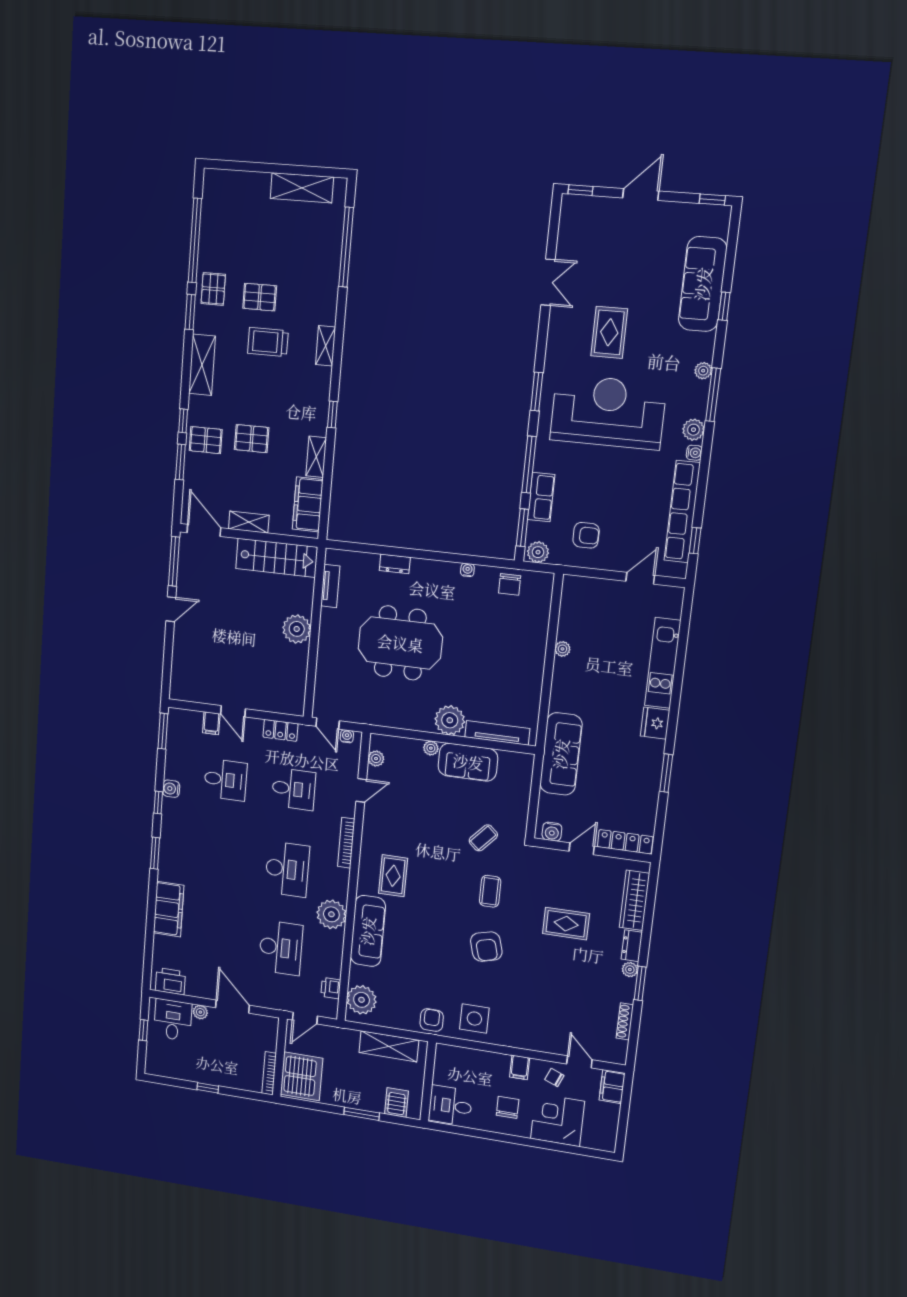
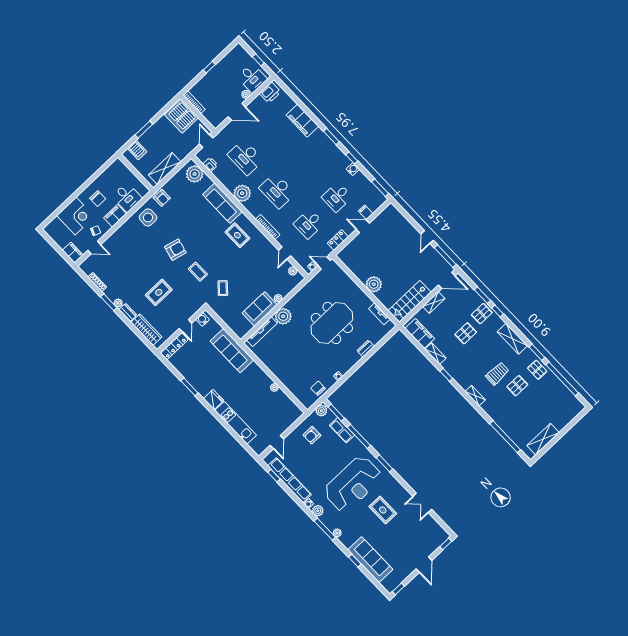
armchair: (486, 947) -> (175, 250), turned 119
filing cabinet: (520, 1067) -> (115, 216), width x2.00
desk: (450, 1106) -> (127, 197), moved, turned 90

